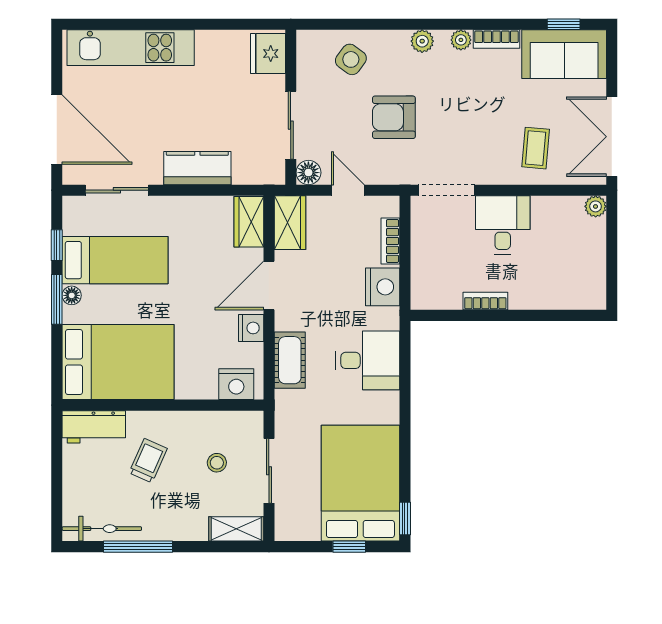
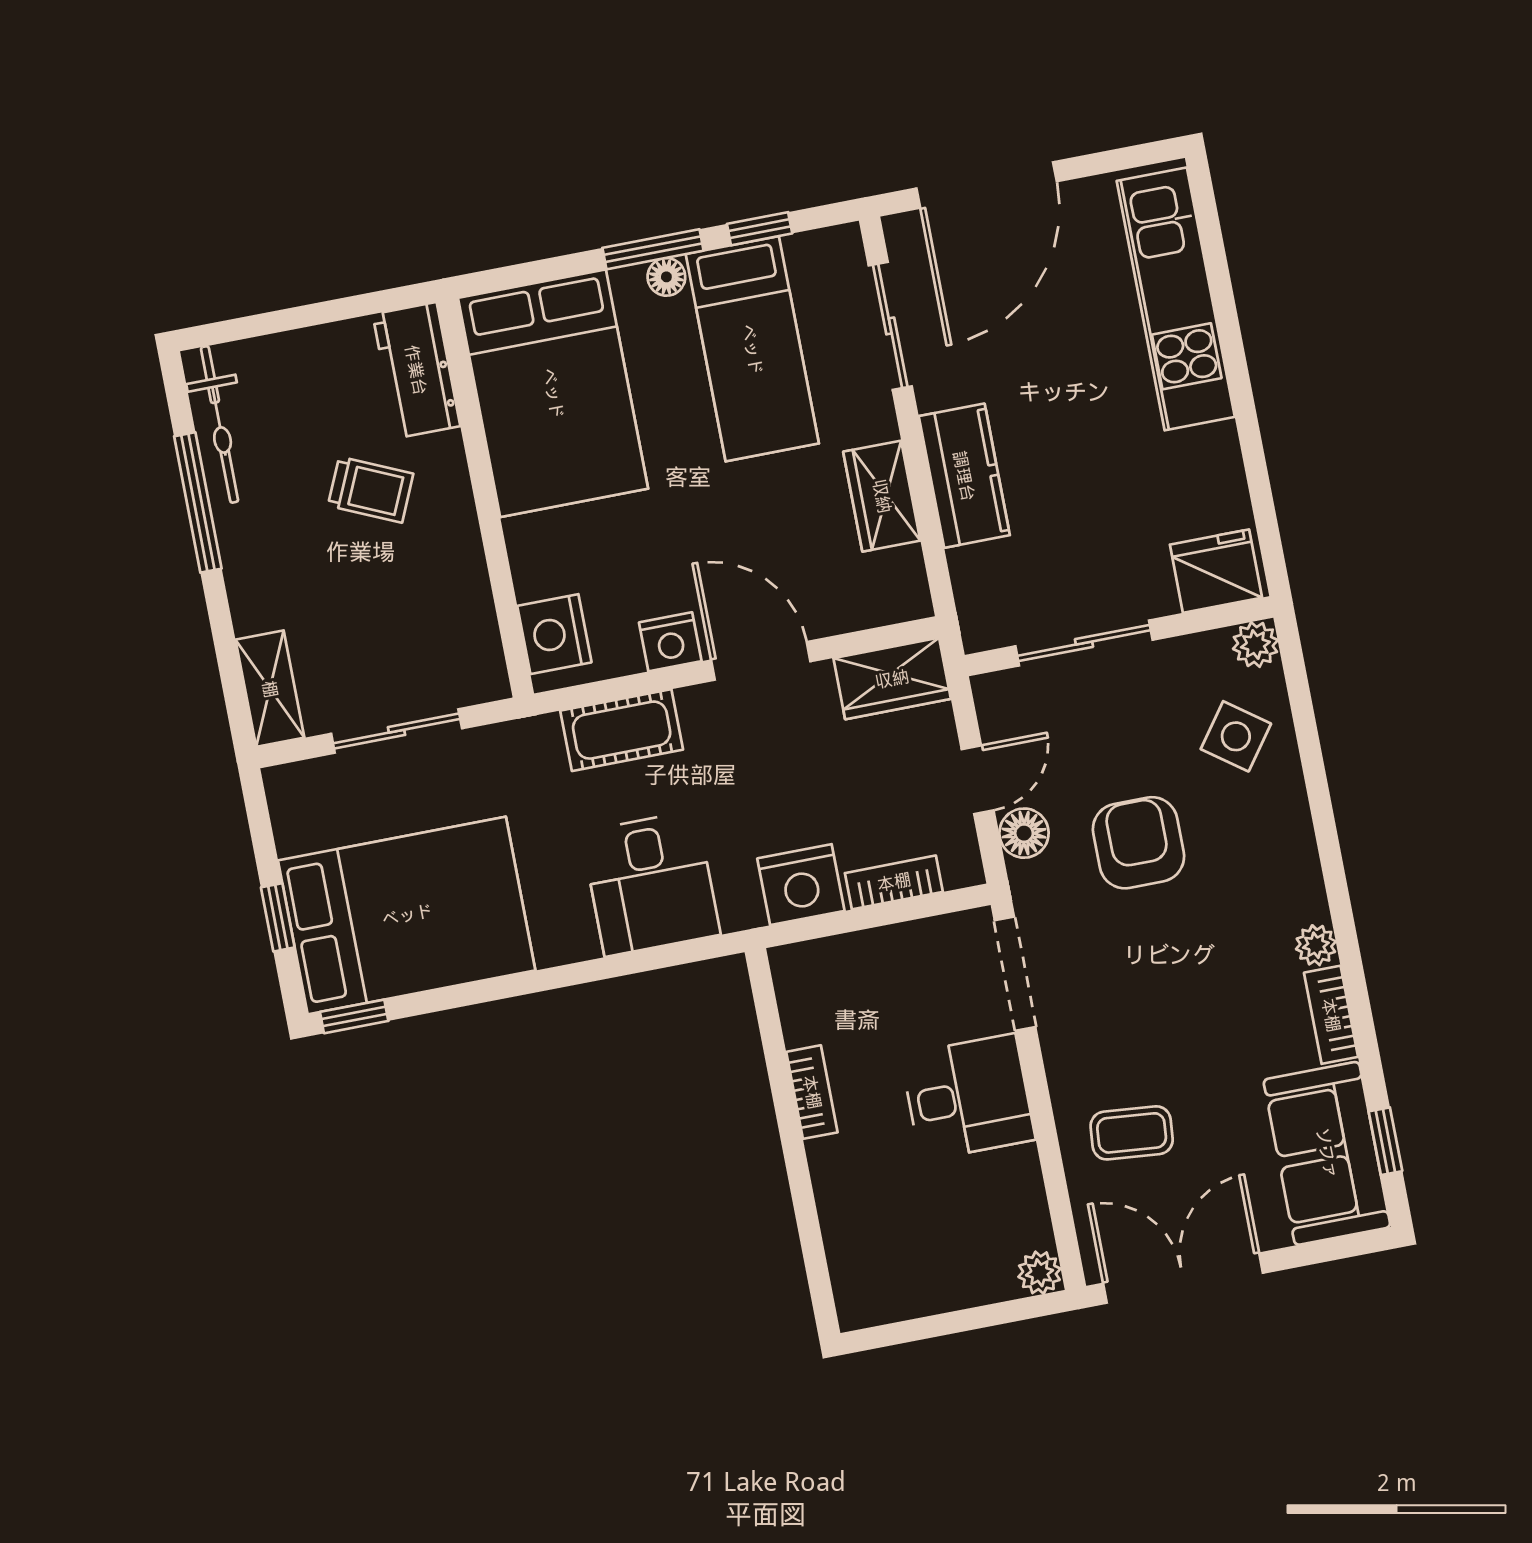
plant: (422, 41) -> (1255, 645), moved
floor lamp: (308, 173) -> (1024, 833), moved
wardrobe: (249, 222) -> (882, 496), moved, turned -90
stool: (217, 463) -> (393, 626), removed

